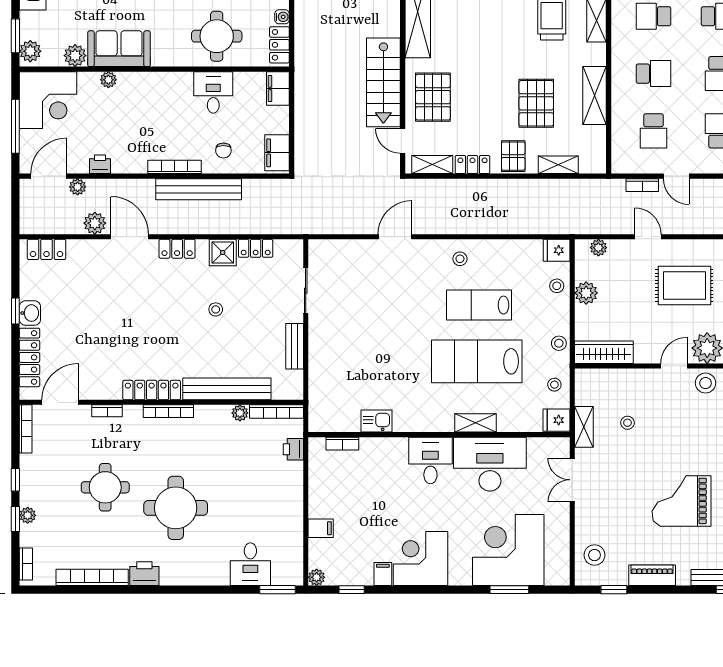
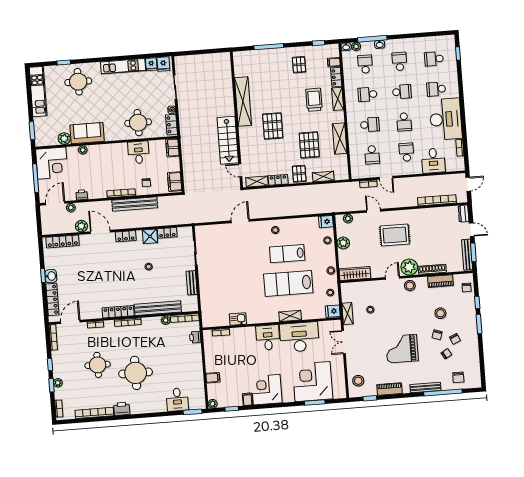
plant: (30, 51) -> (40, 138), removed
pallet: (433, 97) -> (273, 126), moved
locker: (46, 249) -> (63, 241), width x1.53

